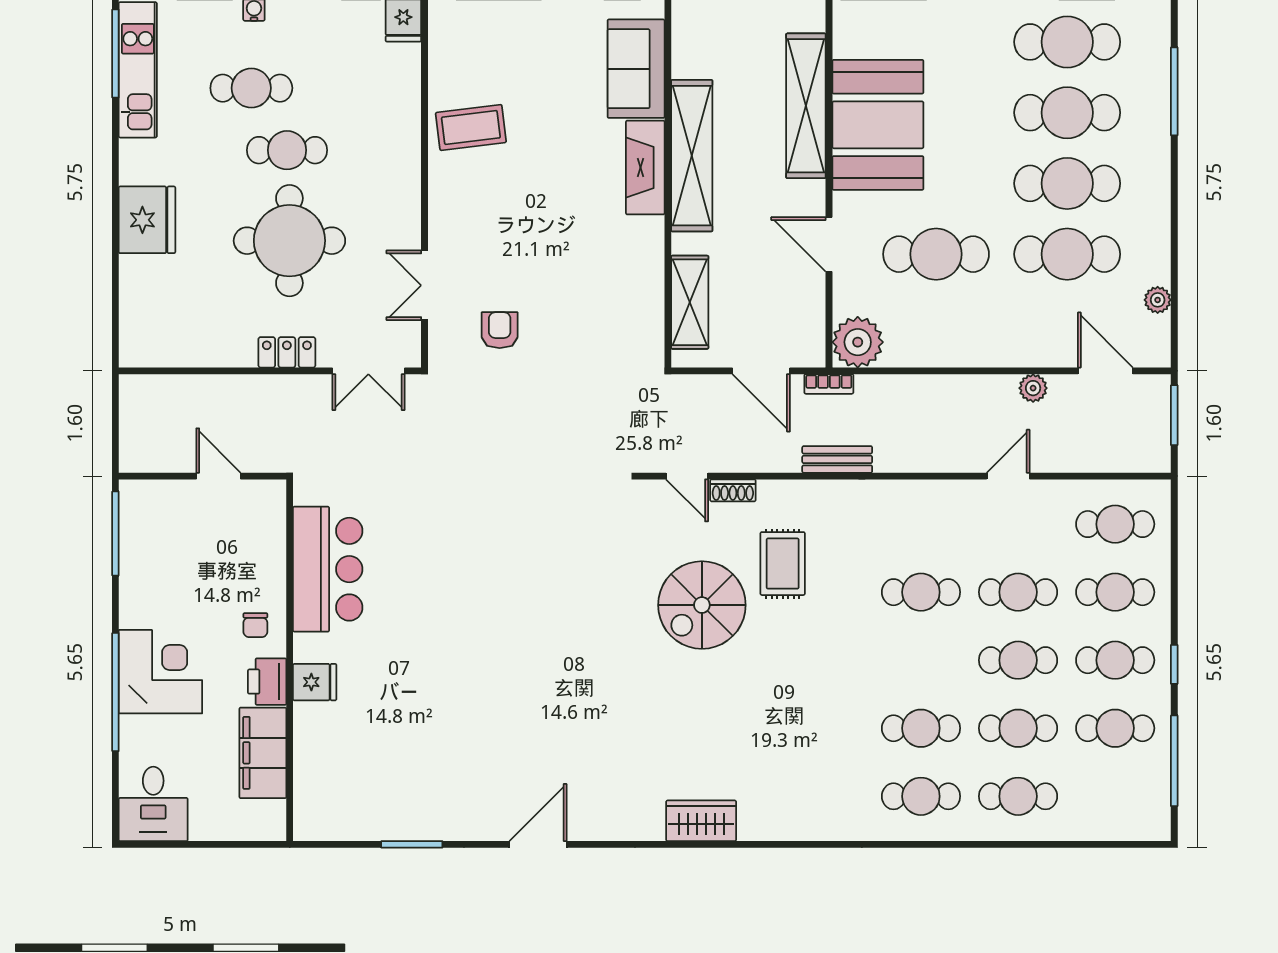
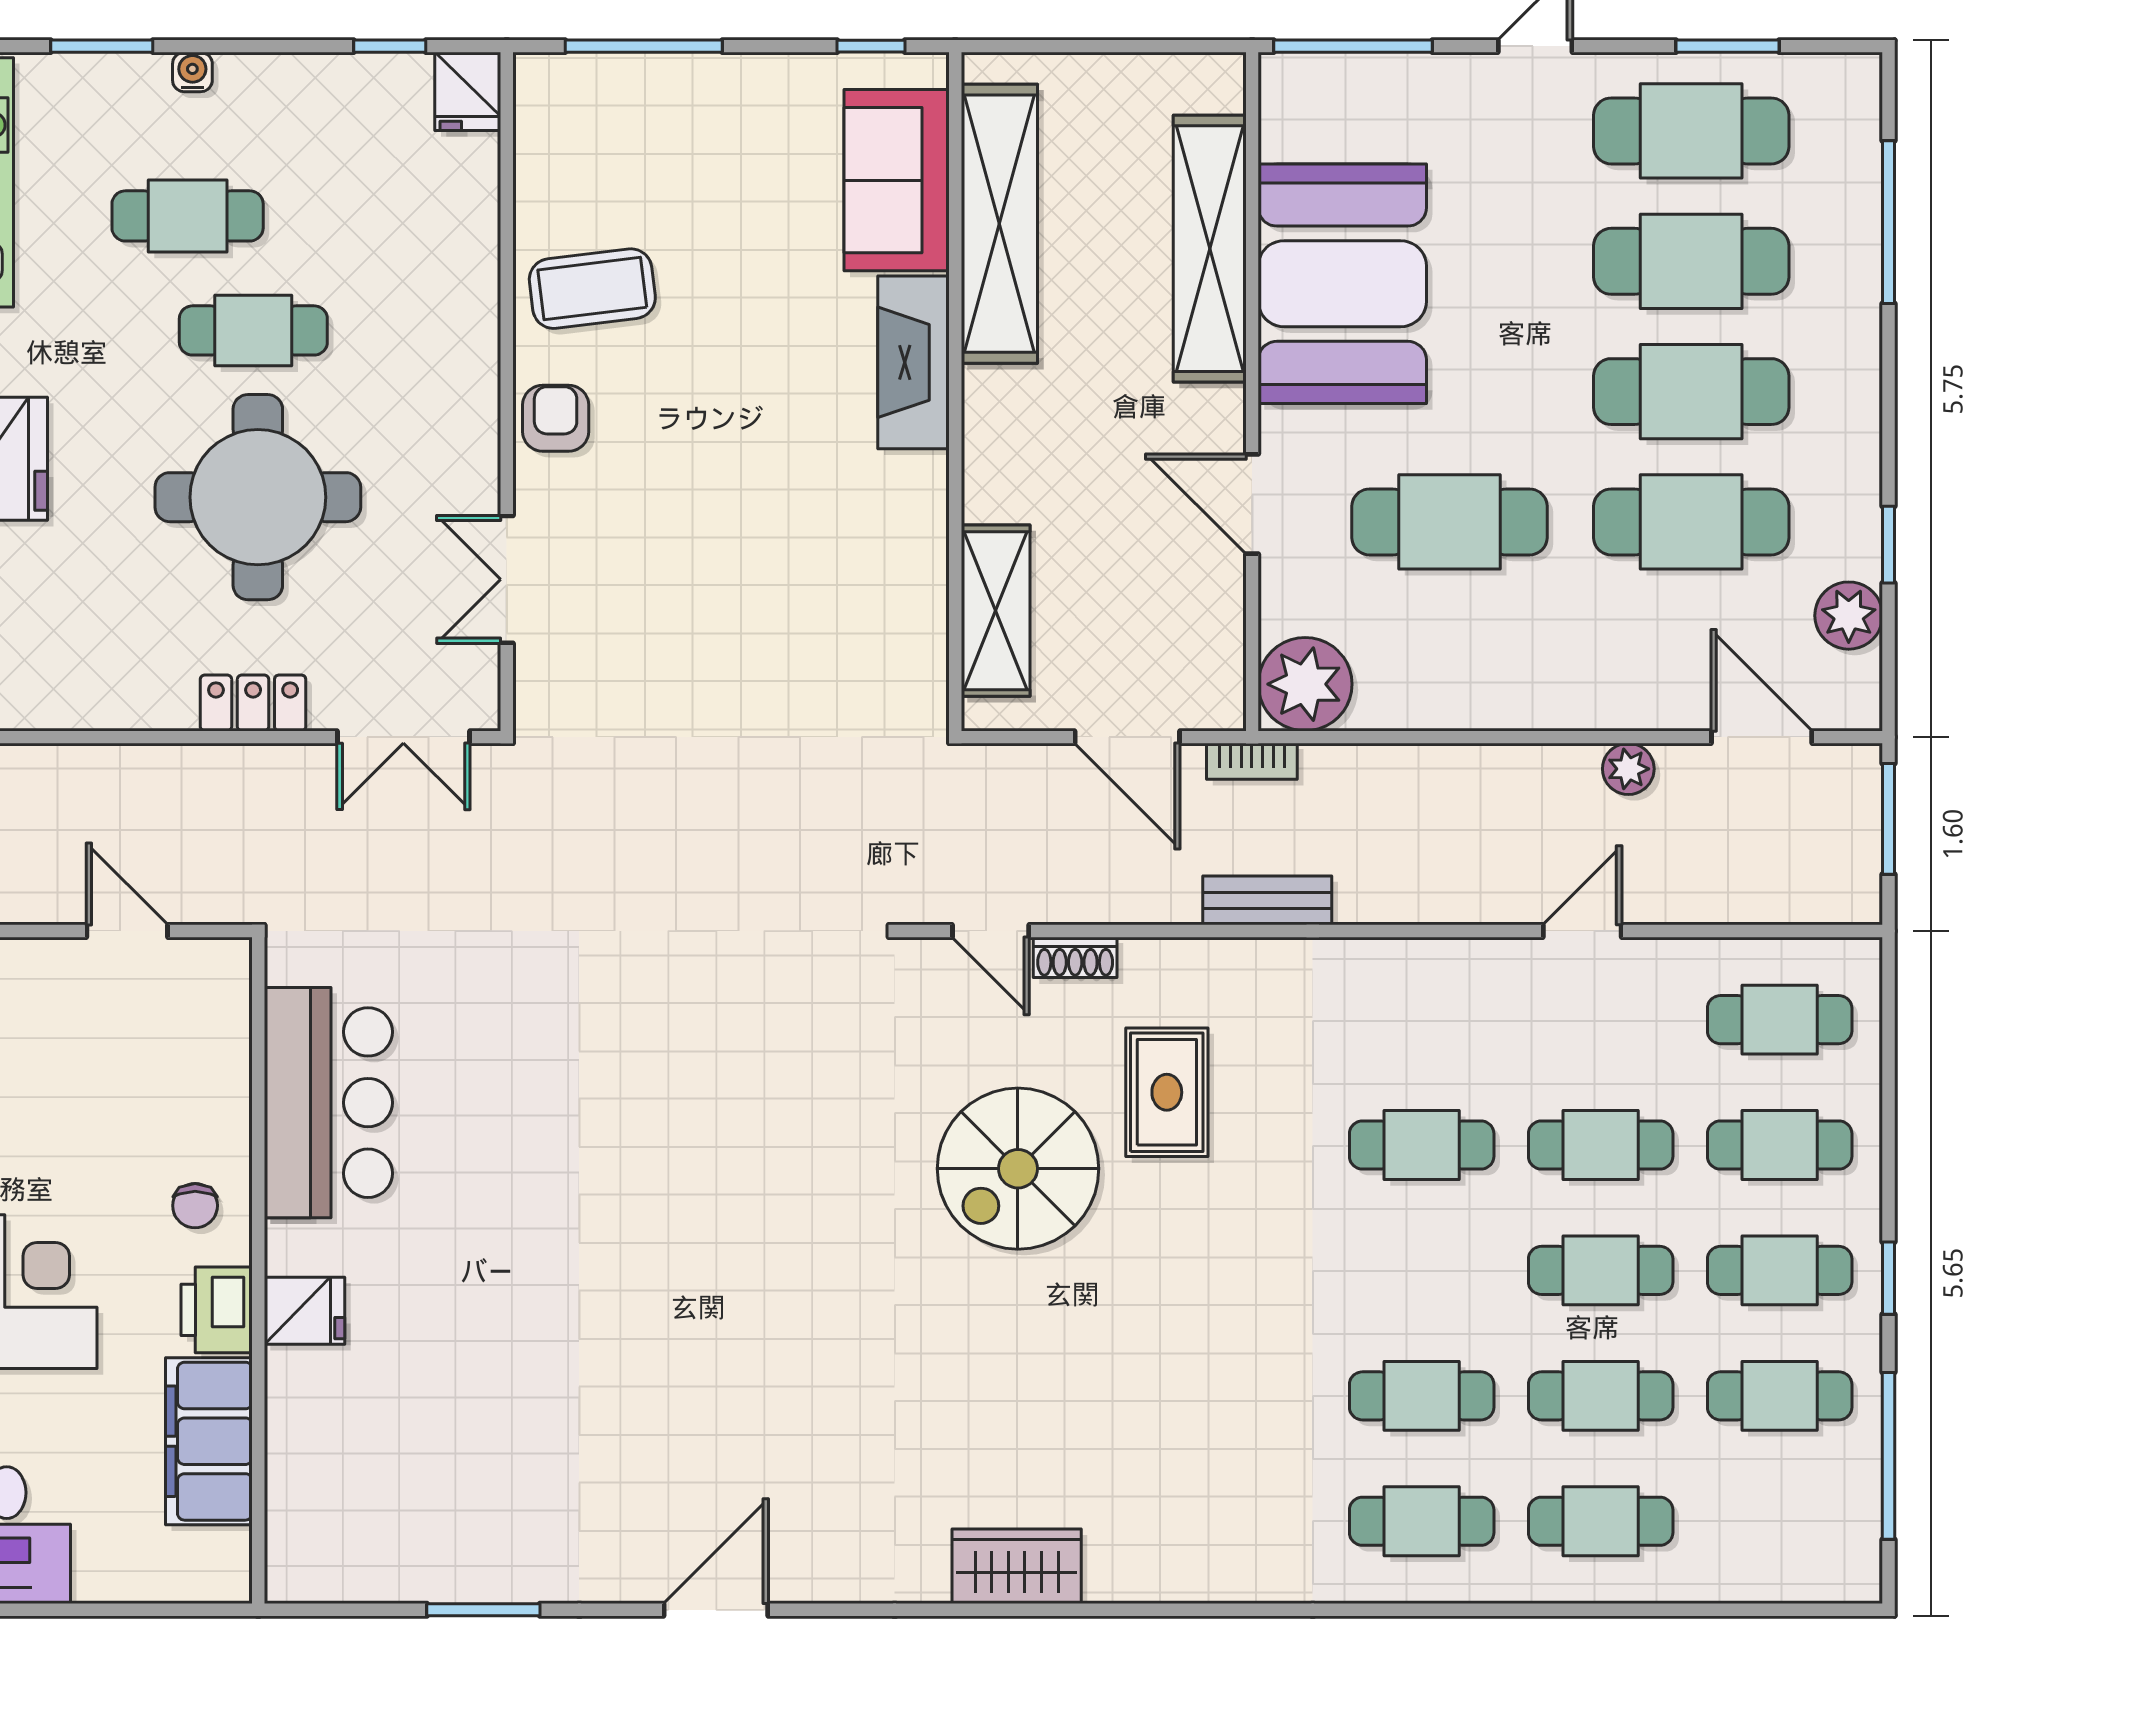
shelving: (692, 156) -> (999, 224), moved
window: (1174, 266) -> (1889, 545), added
plant: (1158, 300) -> (1849, 616), width x1.38, depth x1.38
armchair: (500, 330) -> (556, 418), moved

